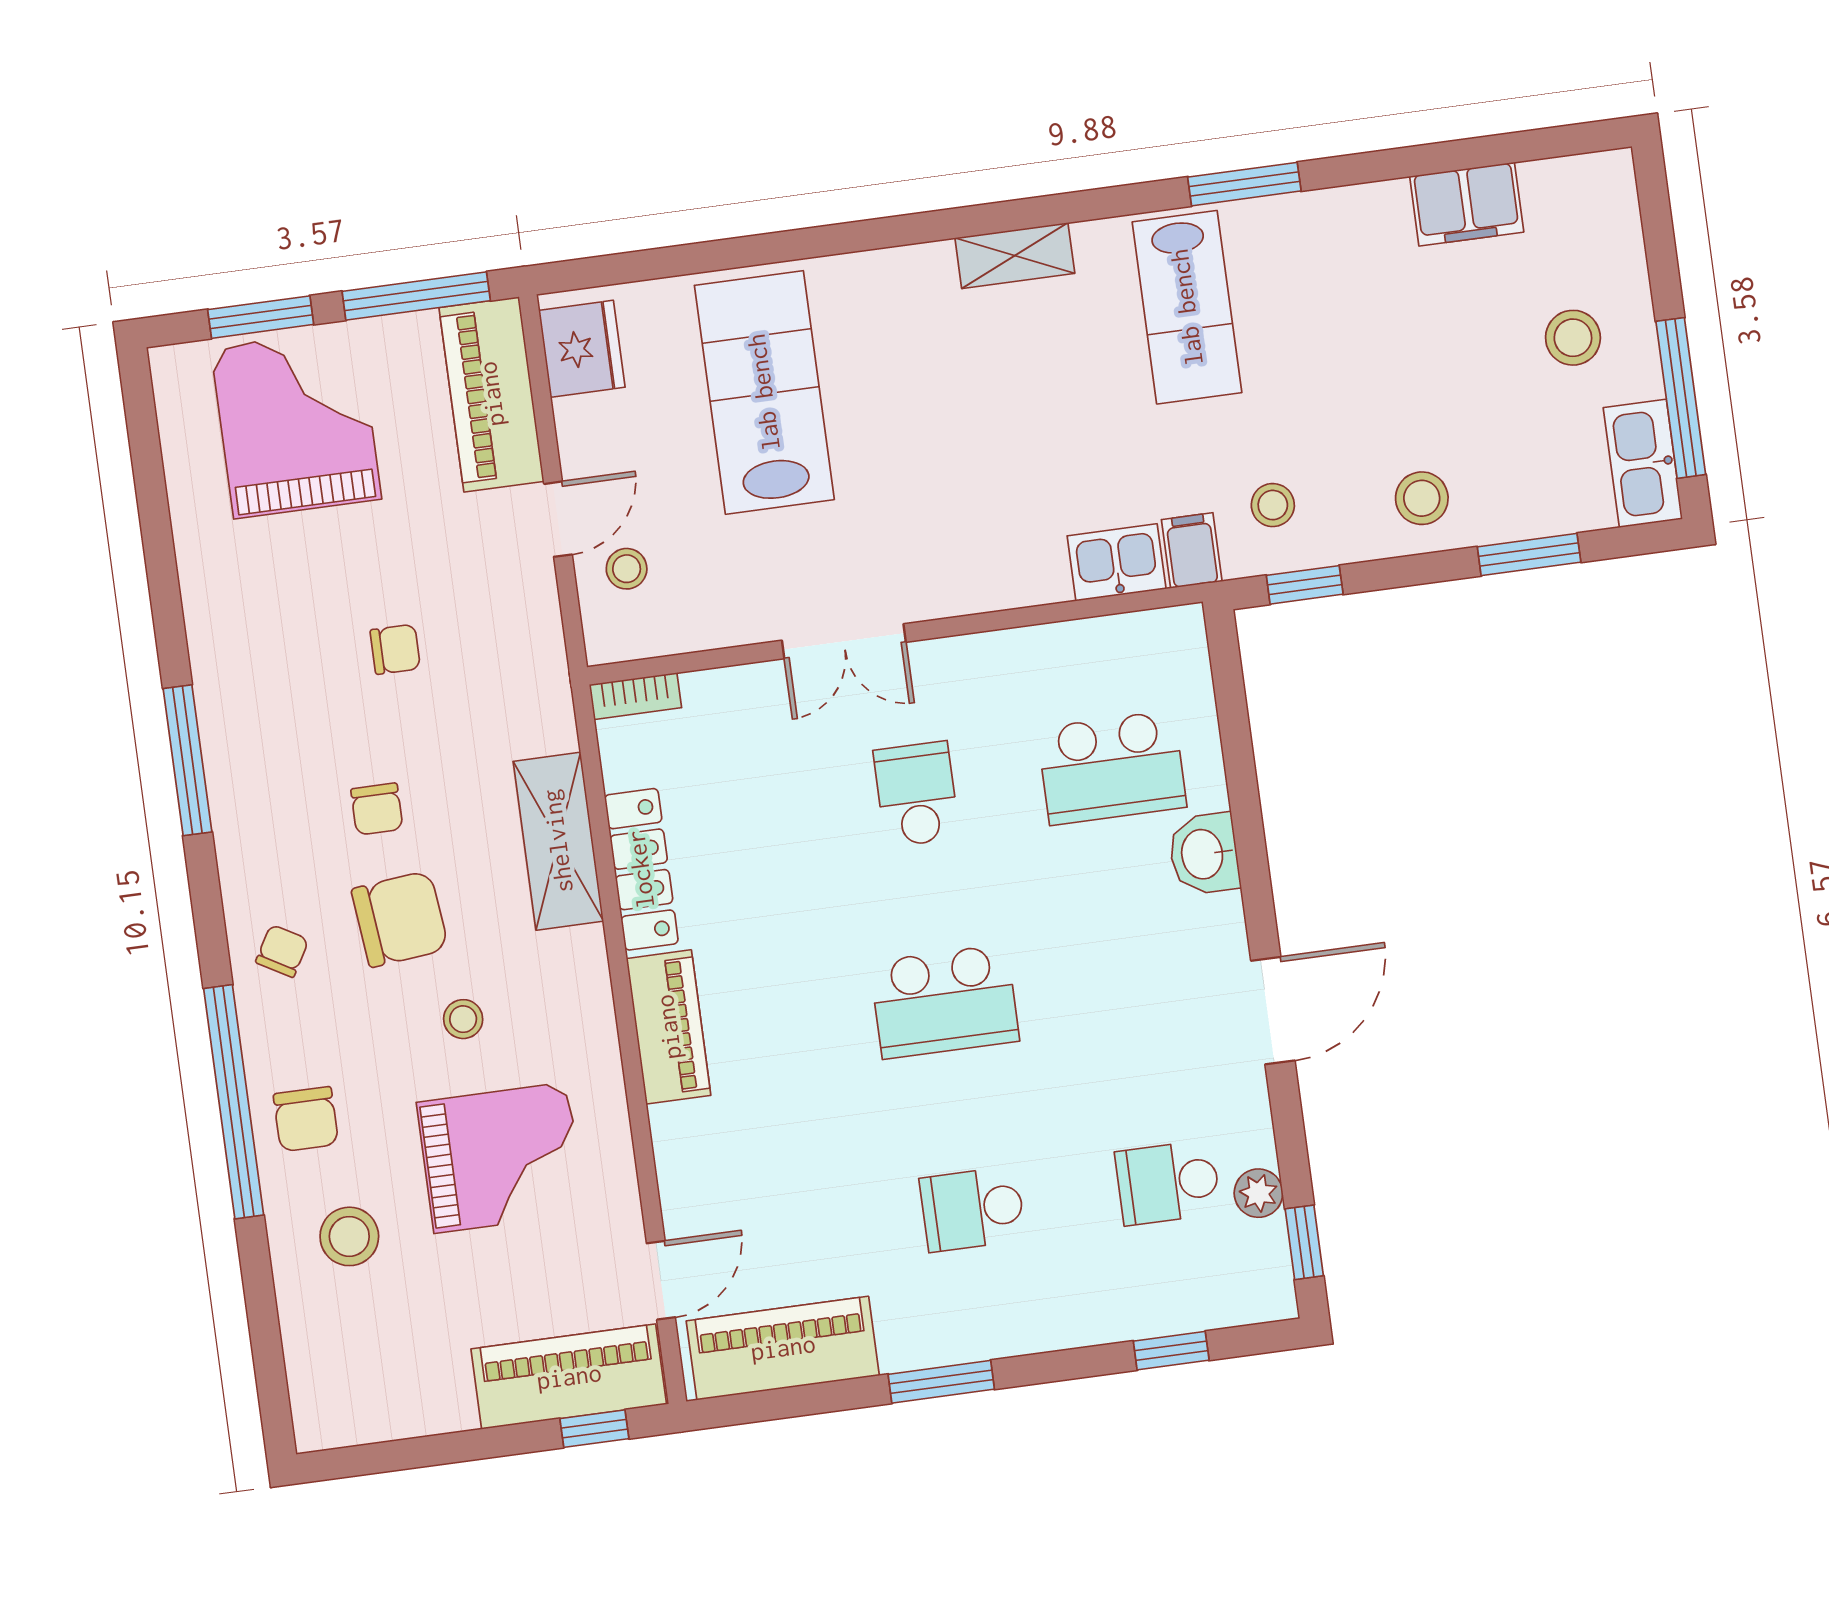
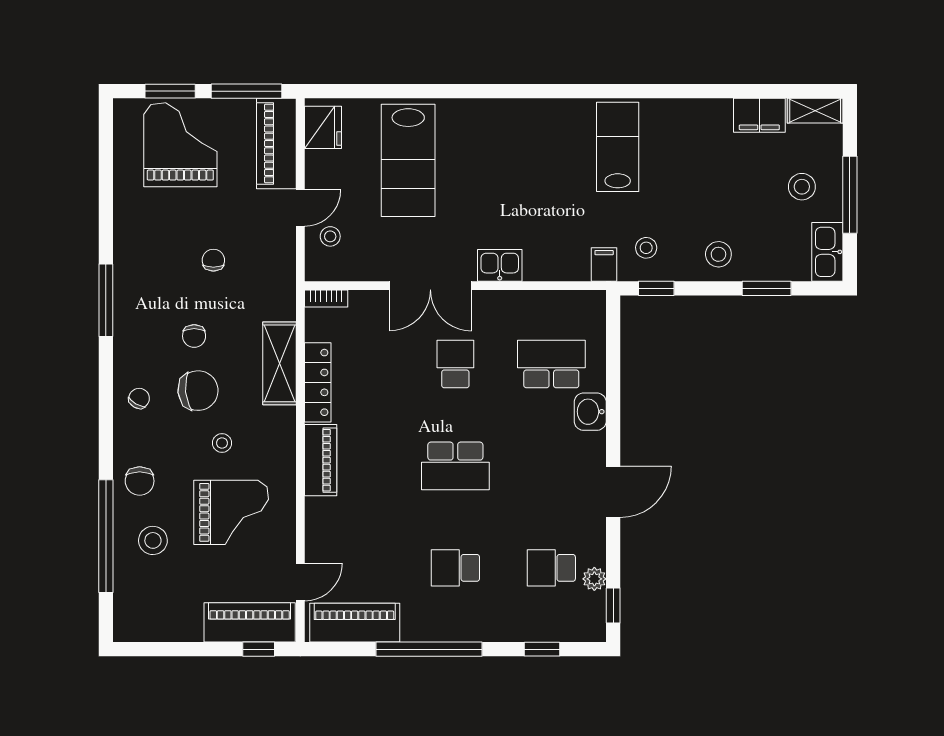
window: (1244, 184) -> (653, 91), removed
shelving: (1015, 256) -> (815, 111), moved
lab bench: (1187, 307) -> (618, 147), turned 180
lab bench: (764, 392) -> (408, 160), turned 180
window: (1681, 398) -> (850, 195), moved
kitchen sink: (1117, 562) -> (500, 265), moved
double door: (844, 641) -> (430, 286), width x1.37
chair: (395, 649) -> (213, 260), turned -90
school desk: (1112, 768) -> (551, 364), turned 180
window: (234, 1102) -> (106, 536), moved
window: (941, 1382) -> (429, 649), width x2.11

